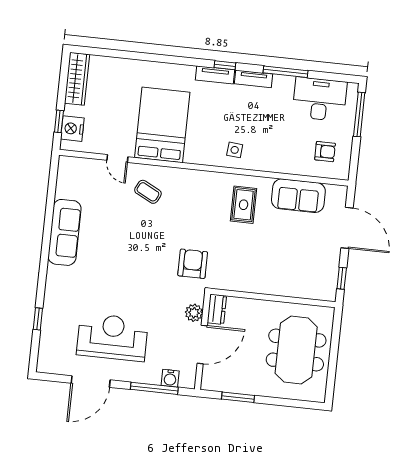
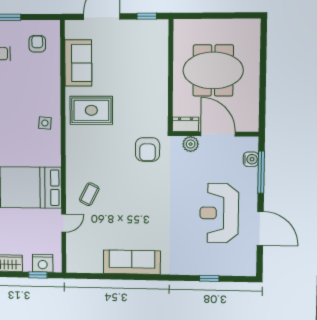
rug: (244, 205) -> (91, 110), width x1.36, depth x1.43
armchair: (193, 264) -> (148, 149), turned -90
meeting table: (296, 350) -> (213, 70), moved
window: (238, 397) -> (262, 97), removed

